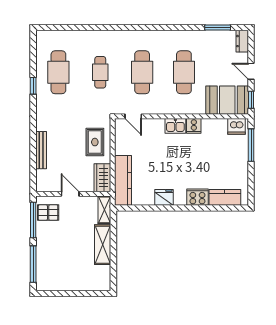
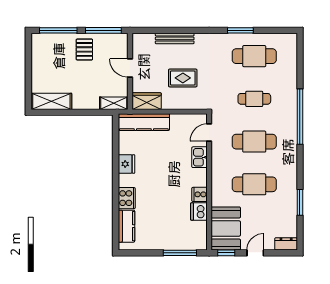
window: (118, 27) -> (300, 117), added
window: (218, 27) -> (300, 202), moved
window: (33, 86) -> (240, 30), width x1.50
kitchen sink: (175, 126) -> (200, 157), moved
dishwasher: (236, 126) -> (199, 211), moved
rug: (95, 142) -> (183, 78), moved
door: (70, 194) -> (130, 68), swing flipped
pallet: (48, 213) -> (84, 49), moved
shelving: (103, 245) -> (51, 101), moved

